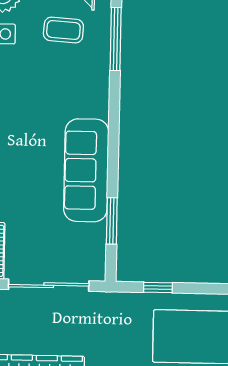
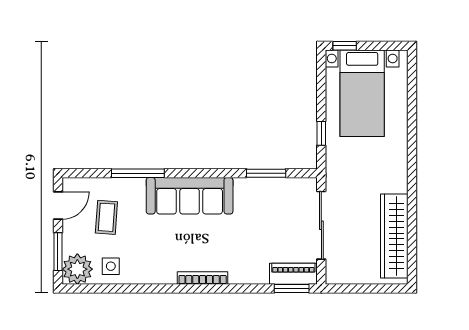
window: (116, 39) -> (138, 173), moved
sofa: (86, 170) -> (190, 196), moved

